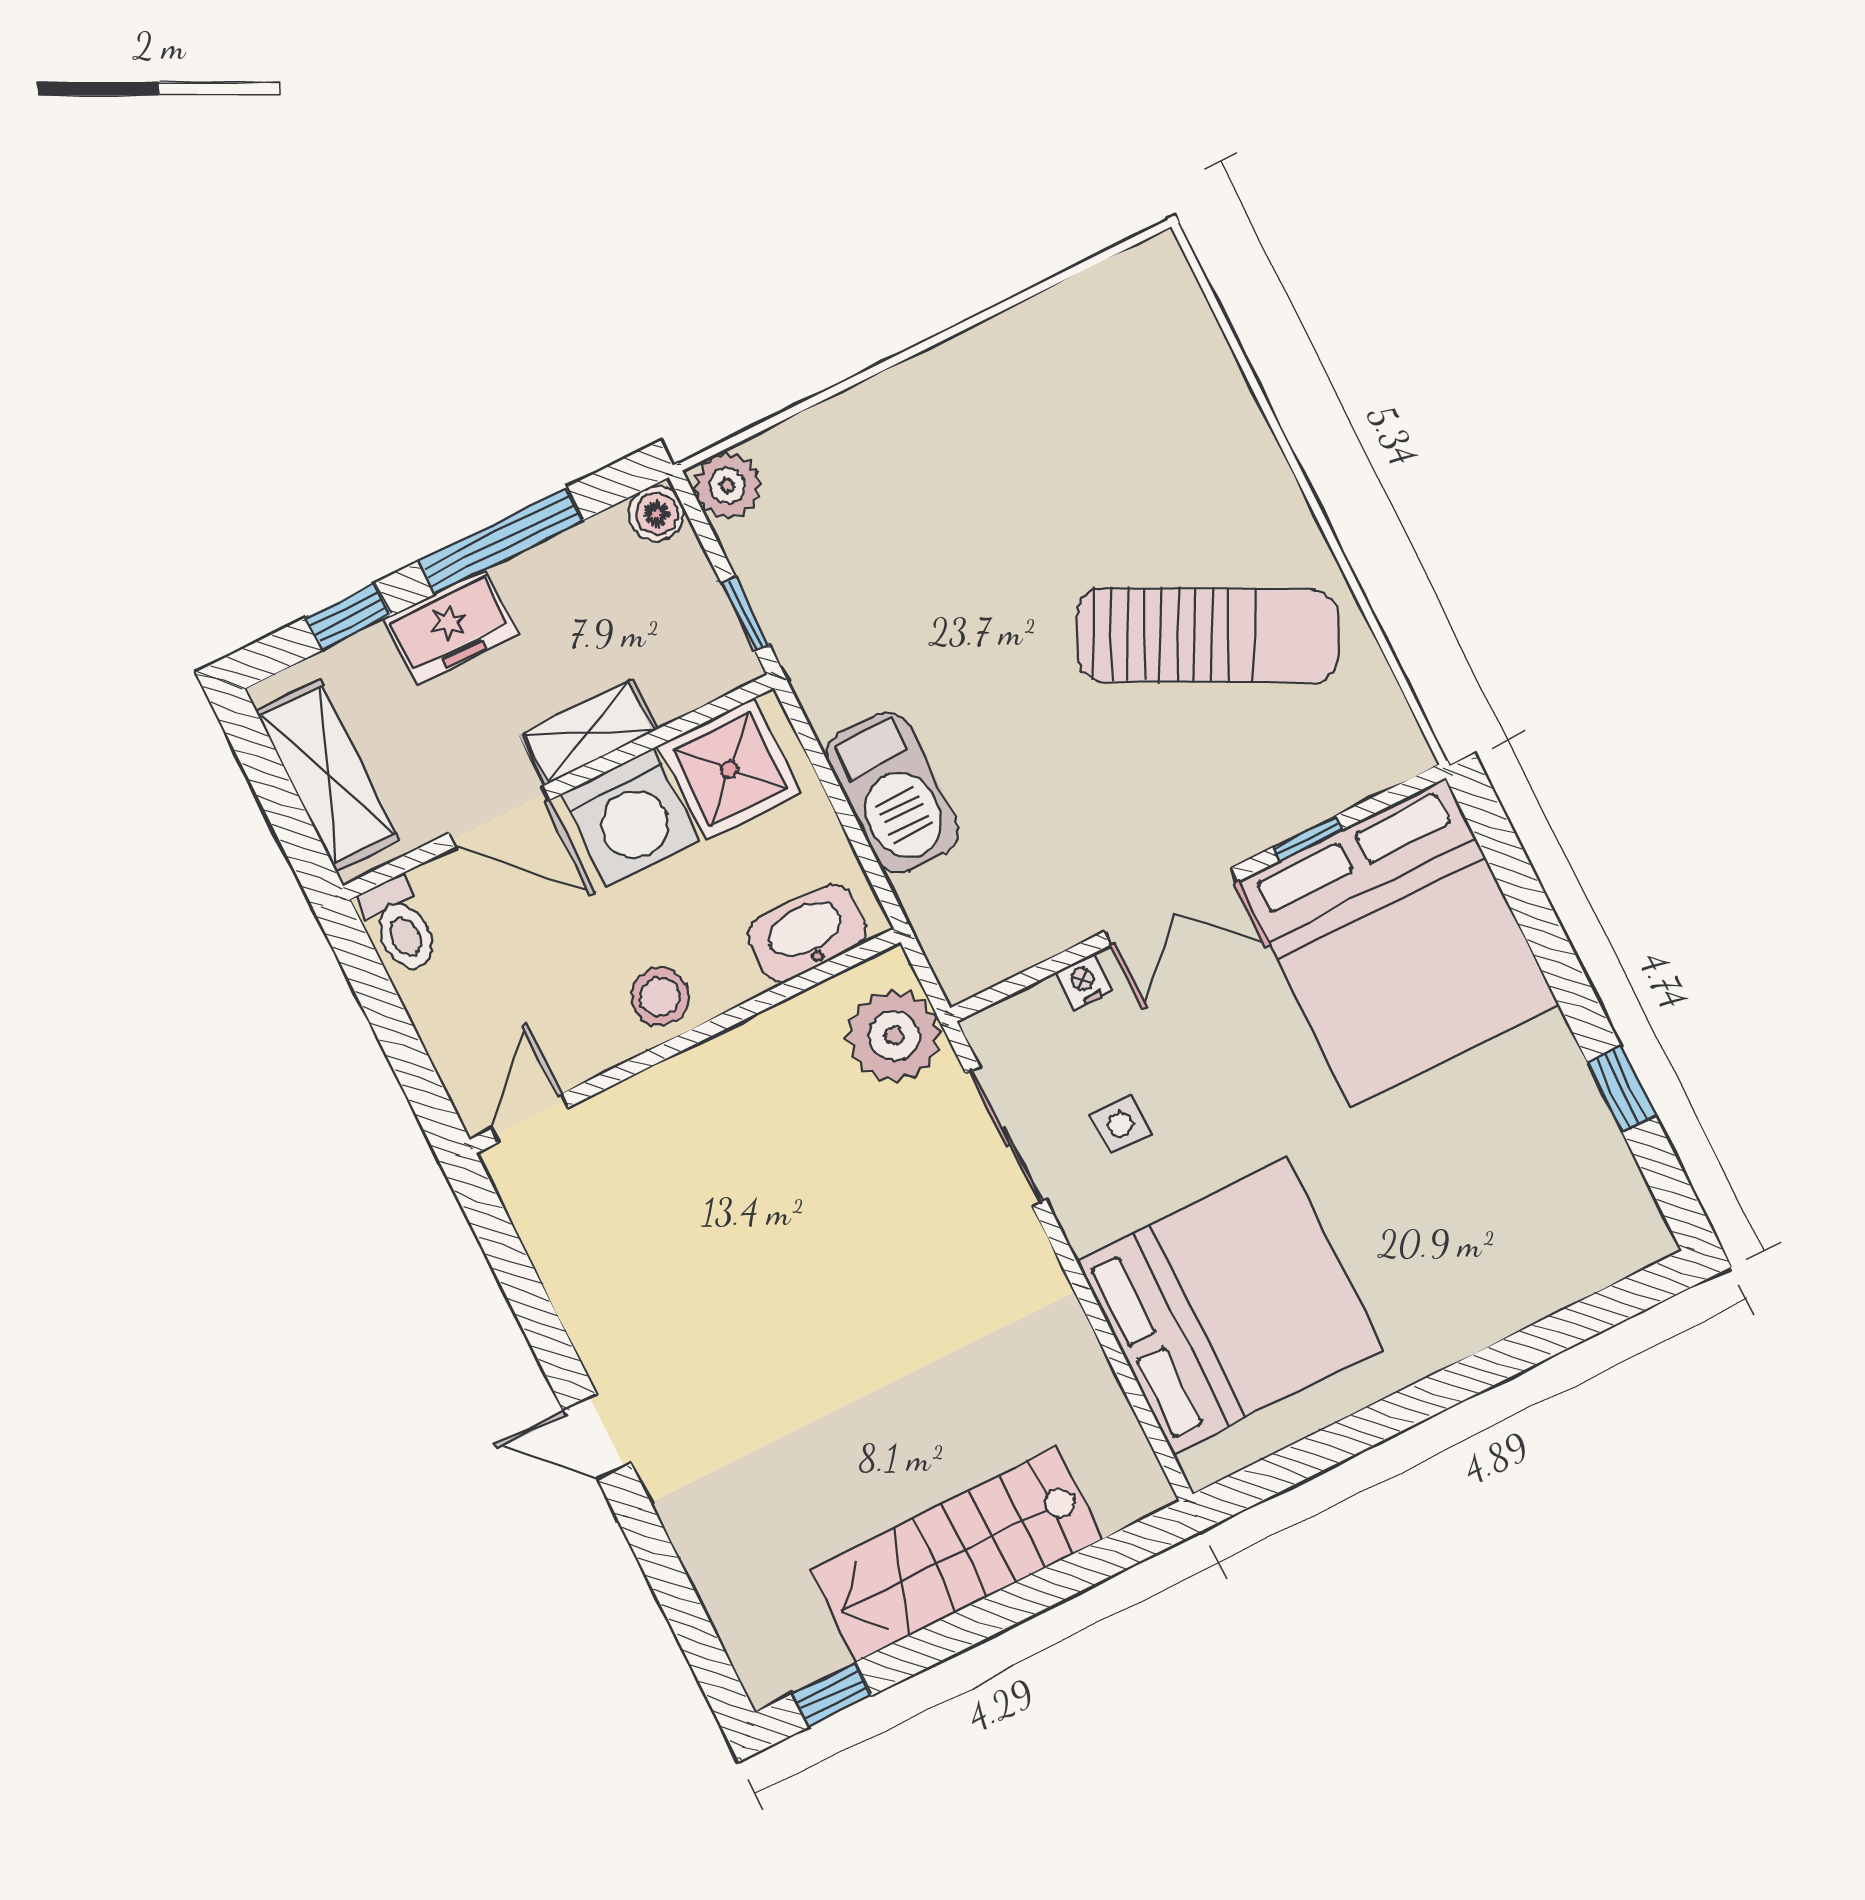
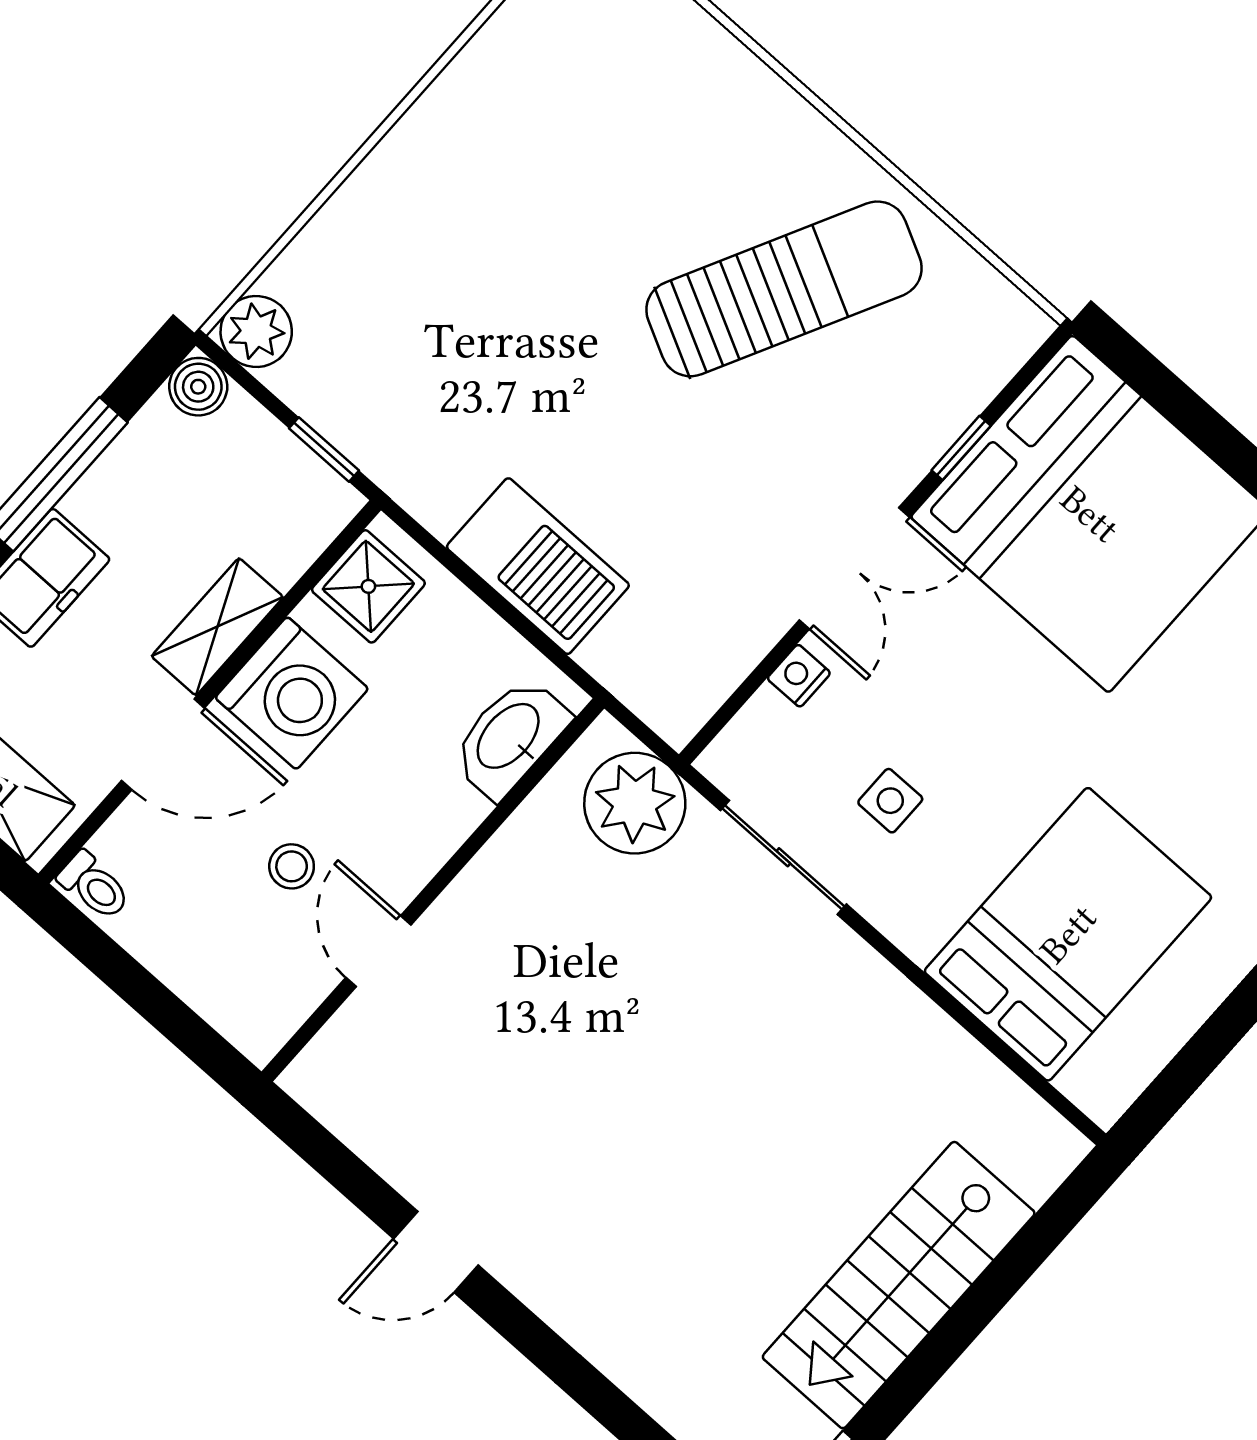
shower: (730, 769) -> (368, 586), width x0.73, depth x0.73
toilet: (400, 925) -> (94, 886), width x0.73, depth x0.72
stool: (660, 997) -> (292, 866), moved, width x0.73, depth x0.73
door: (530, 1118) -> (378, 951), moved
bed: (1230, 1305) -> (1068, 934), width x0.73
door: (597, 1437) -> (436, 1252), moved

